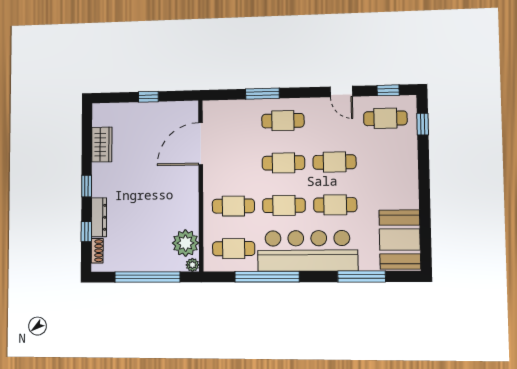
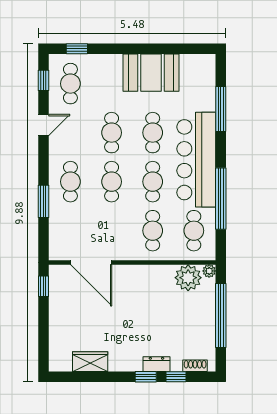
window: (148, 97) -> (43, 286), moved
window: (87, 186) -> (146, 377), moved
dresser: (99, 217) -> (156, 364), width x0.70
booth: (400, 239) -> (151, 73), moved

